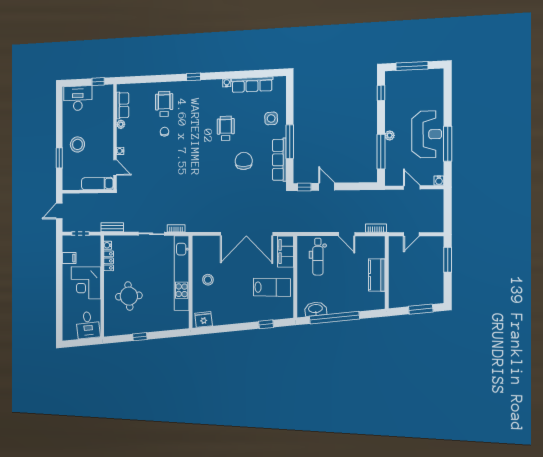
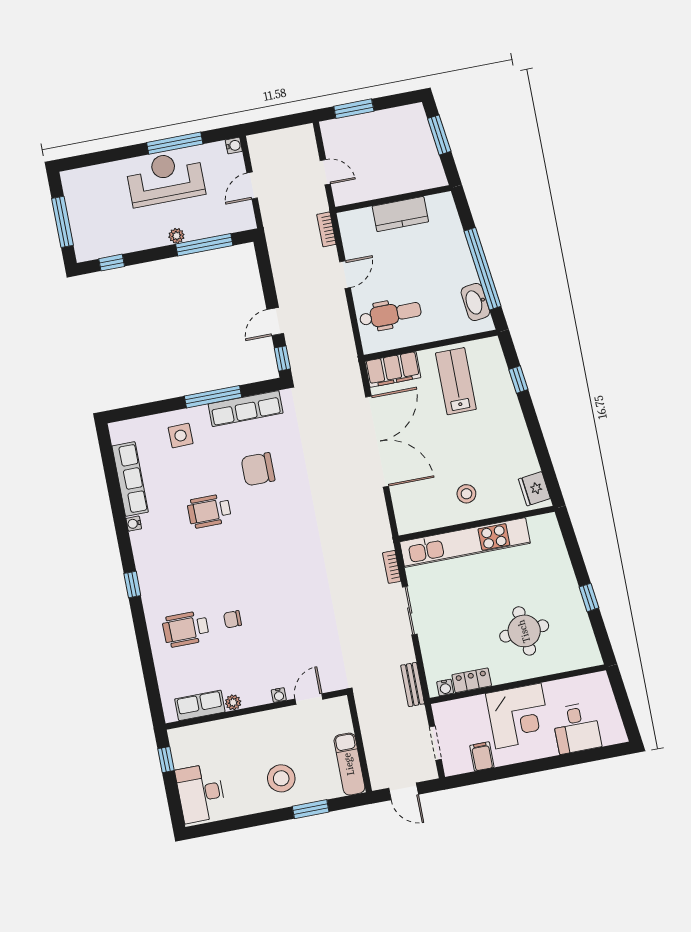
exam couch: (97, 184) -> (349, 764), moved
desk: (88, 325) -> (577, 728), moved, turned 97

